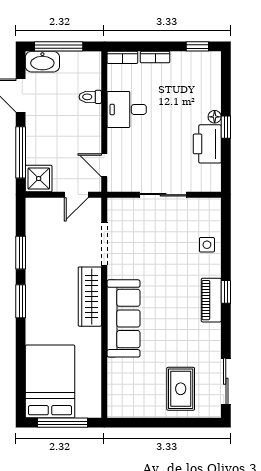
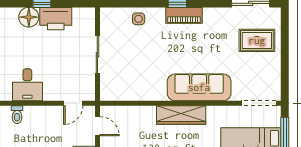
floor lamp: (215, 117) -> (29, 17), width x1.89, depth x1.89
doorway: (104, 244) -> (259, 103), moved

